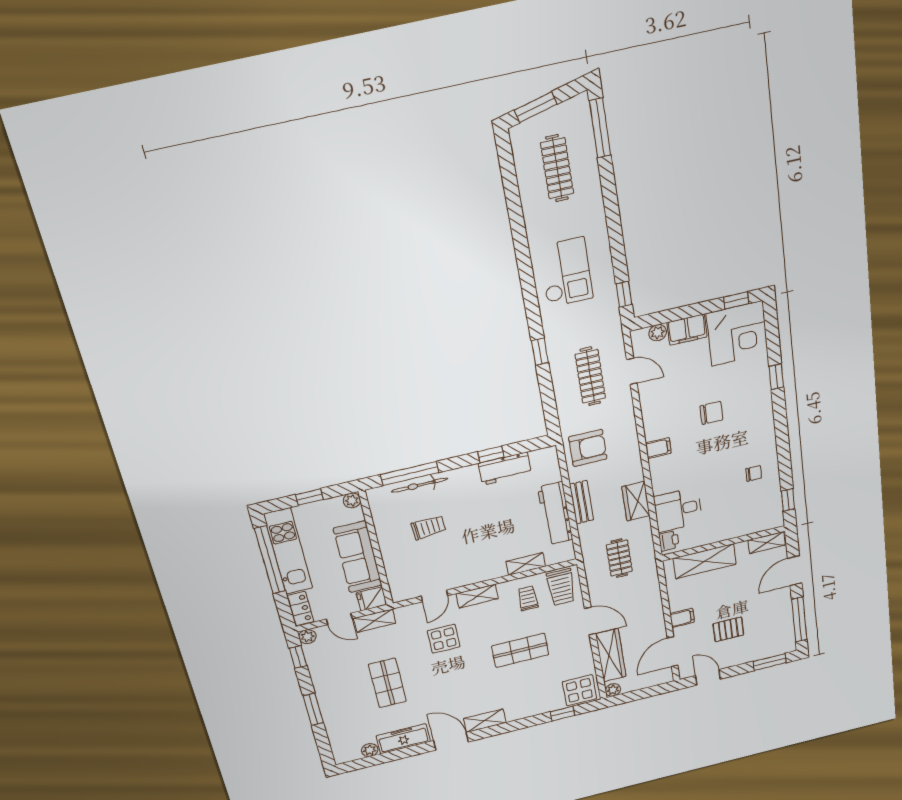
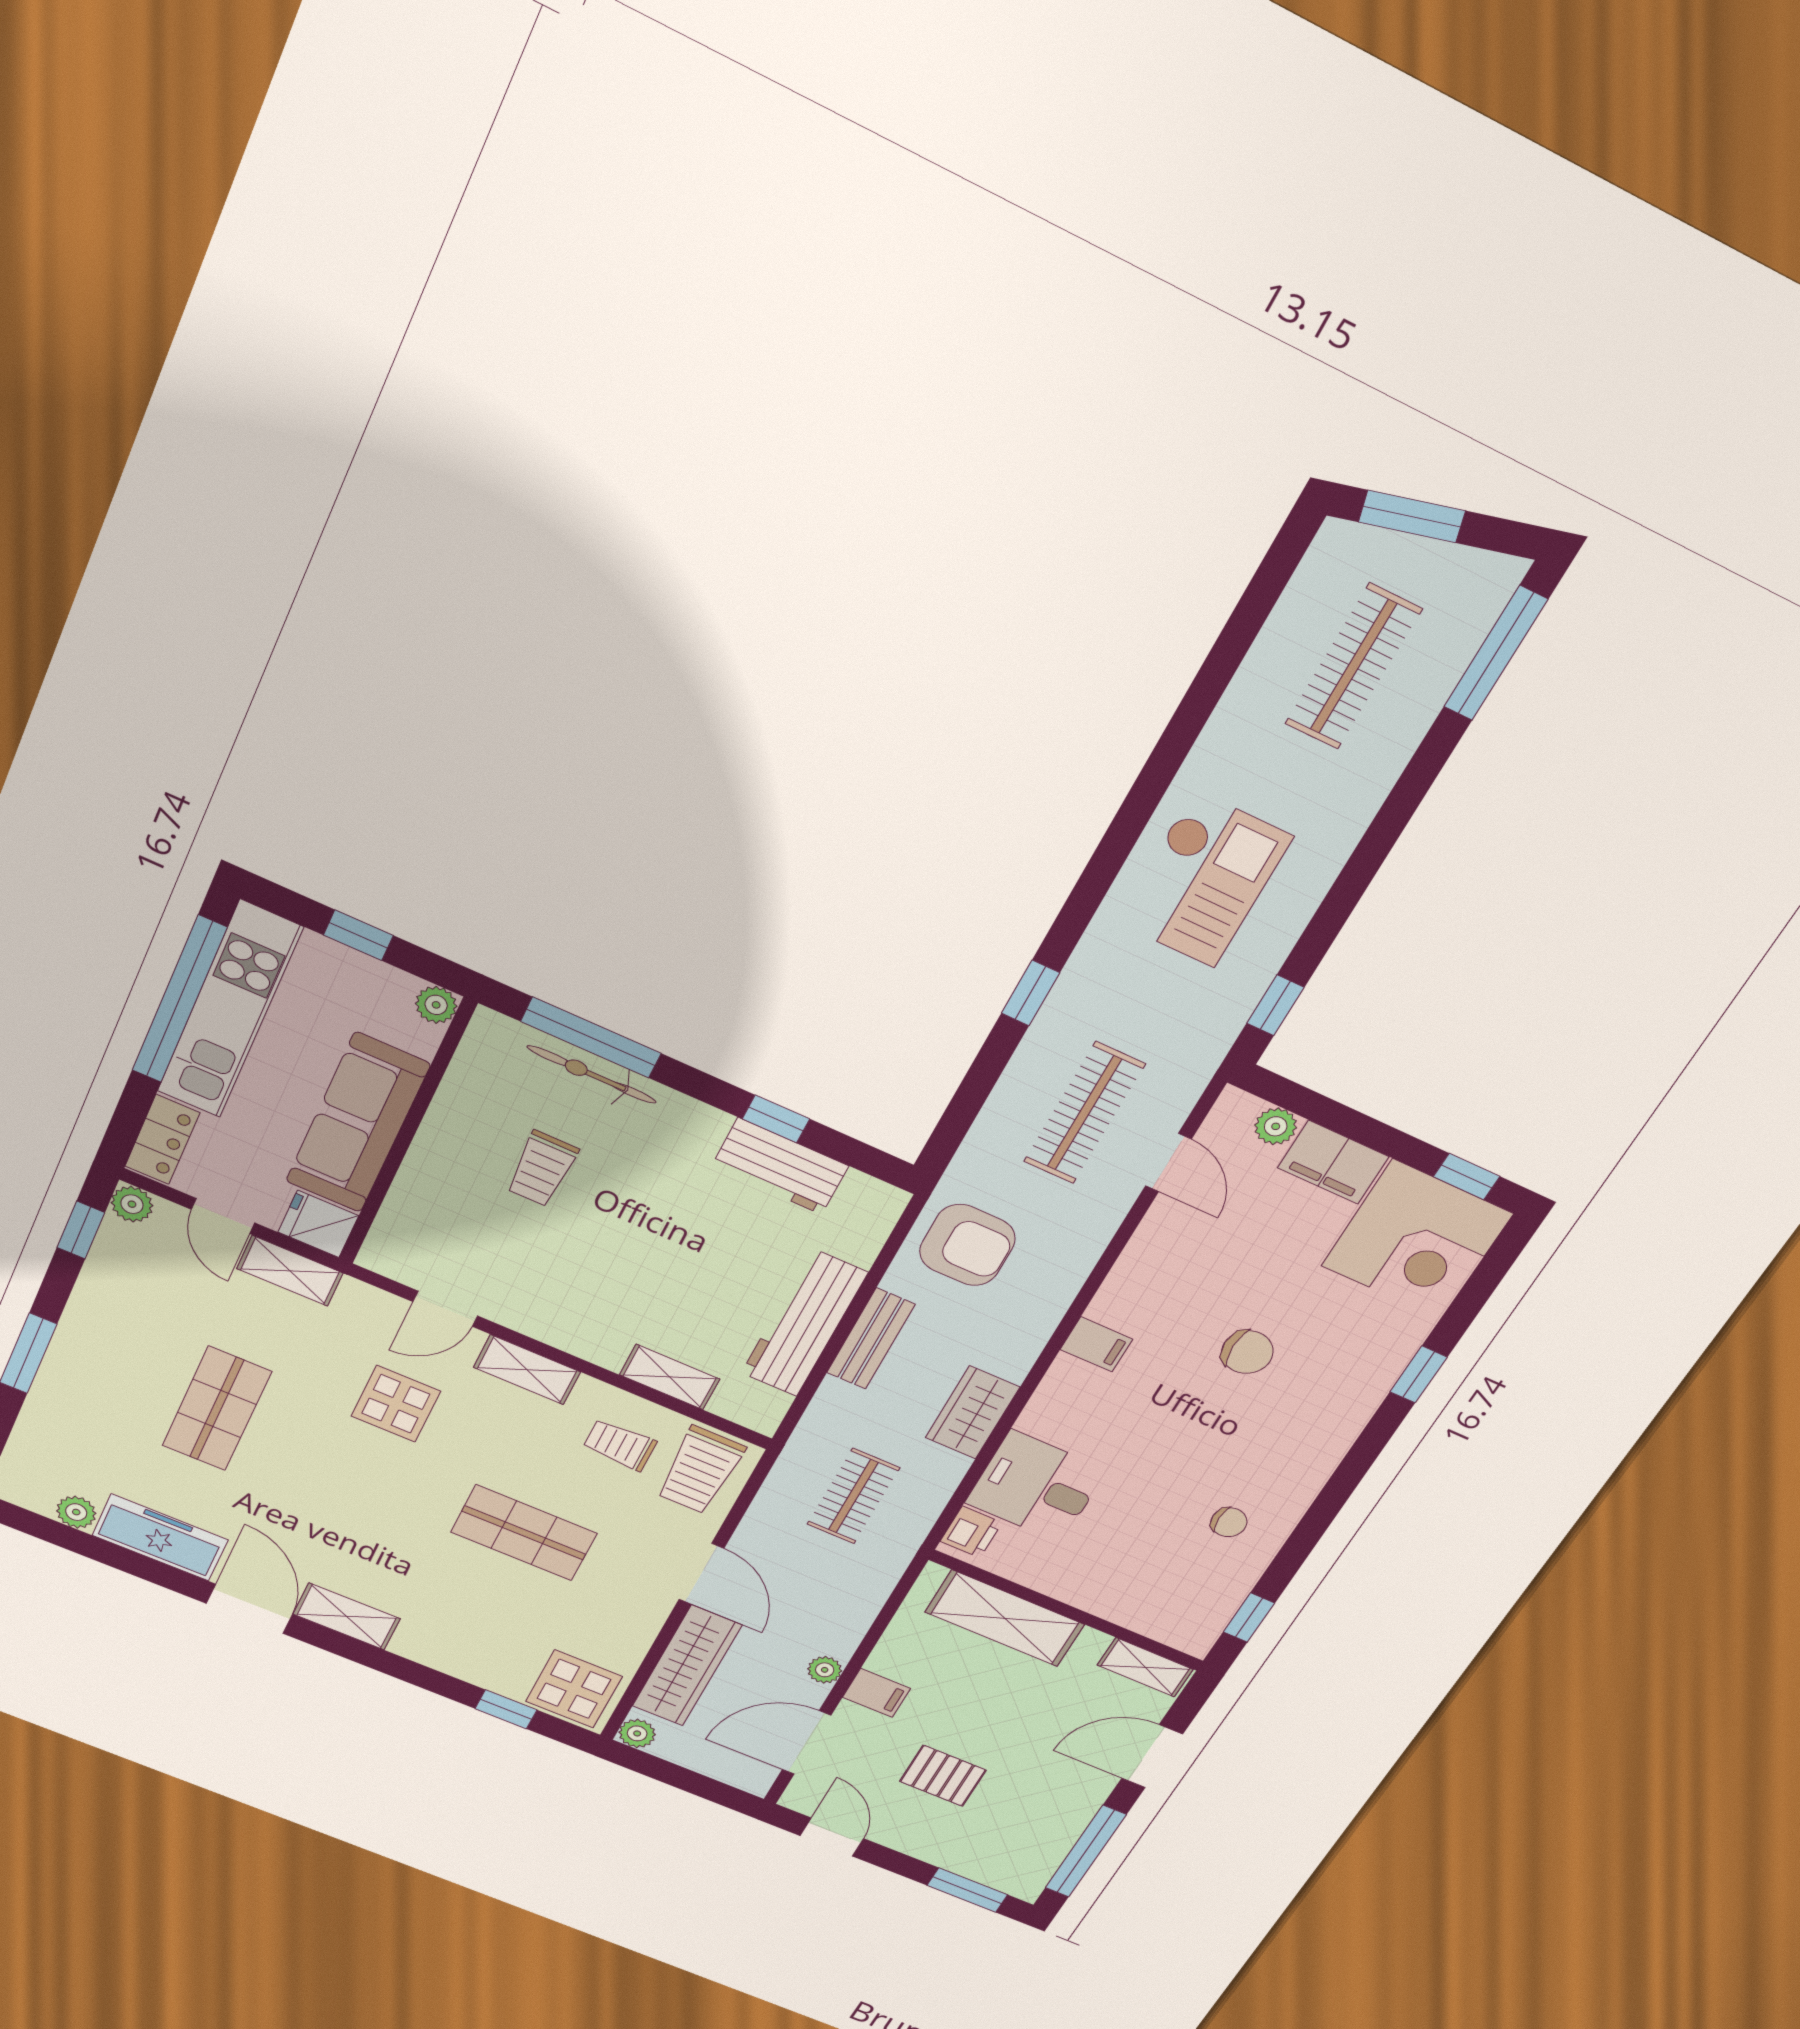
trolley: (428, 527) -> (542, 1169), turned 94
trolley: (528, 598) -> (620, 1445), turned -90
plant: (658, 623) -> (825, 1670), added

